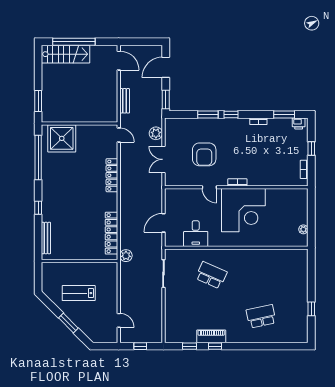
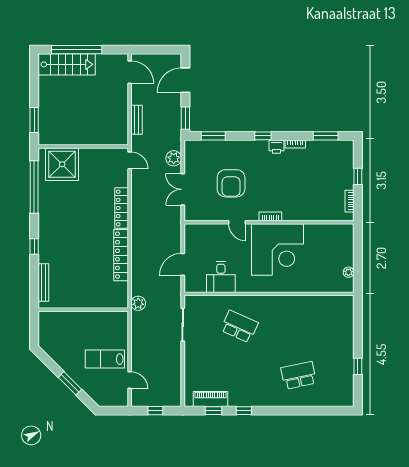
window: (208, 114) -> (213, 136), moved
printer: (299, 124) -> (277, 147), moved
locker: (111, 233) -> (121, 255), moved
lab bench: (79, 293) -> (105, 359), moved
piano: (211, 336) -> (211, 399), moved

